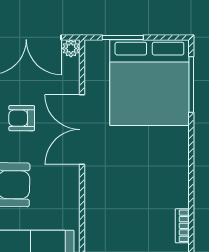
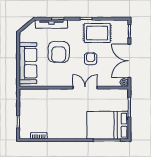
bed: (149, 83) -> (108, 125), width x0.73
double door: (82, 130) -> (85, 88), width x0.73

